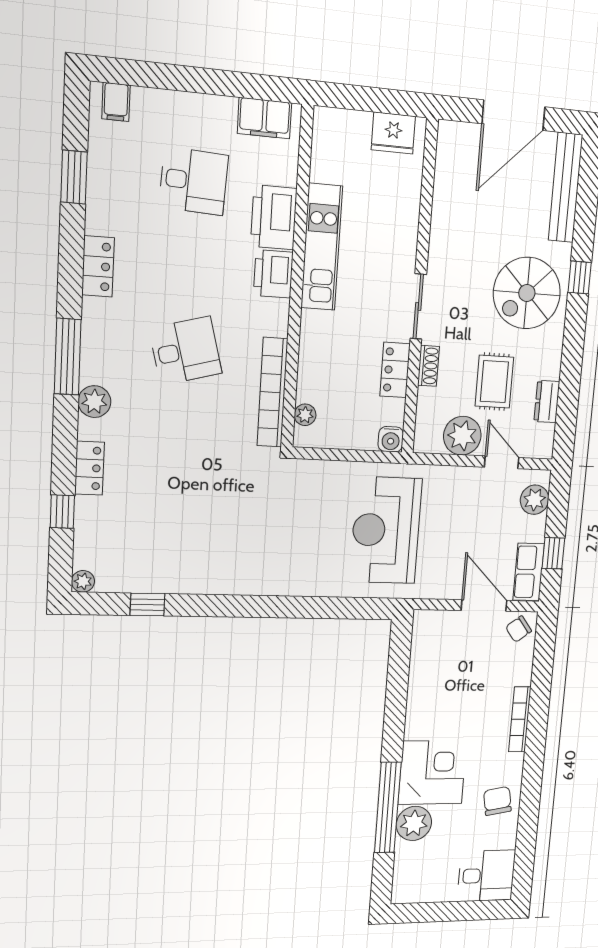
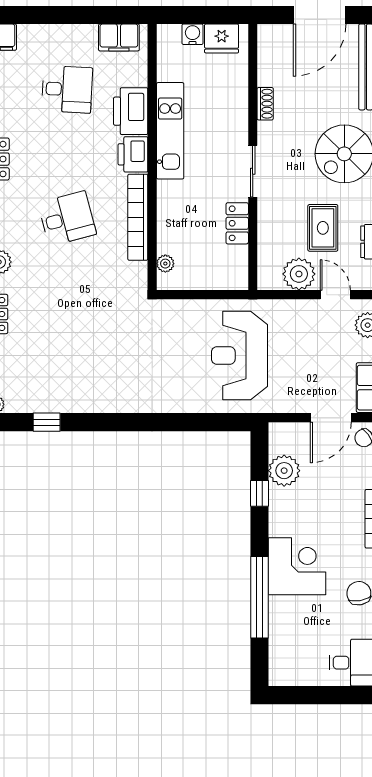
shoe rack: (428, 366) -> (265, 104), moved
bookcase: (272, 392) -> (138, 217), moved
water cooler: (391, 439) -> (193, 34), moved, turned 180
door: (484, 605) -> (331, 418), swing flipped
window: (397, 691) -> (259, 493), added
plant: (414, 823) -> (284, 471), moved

